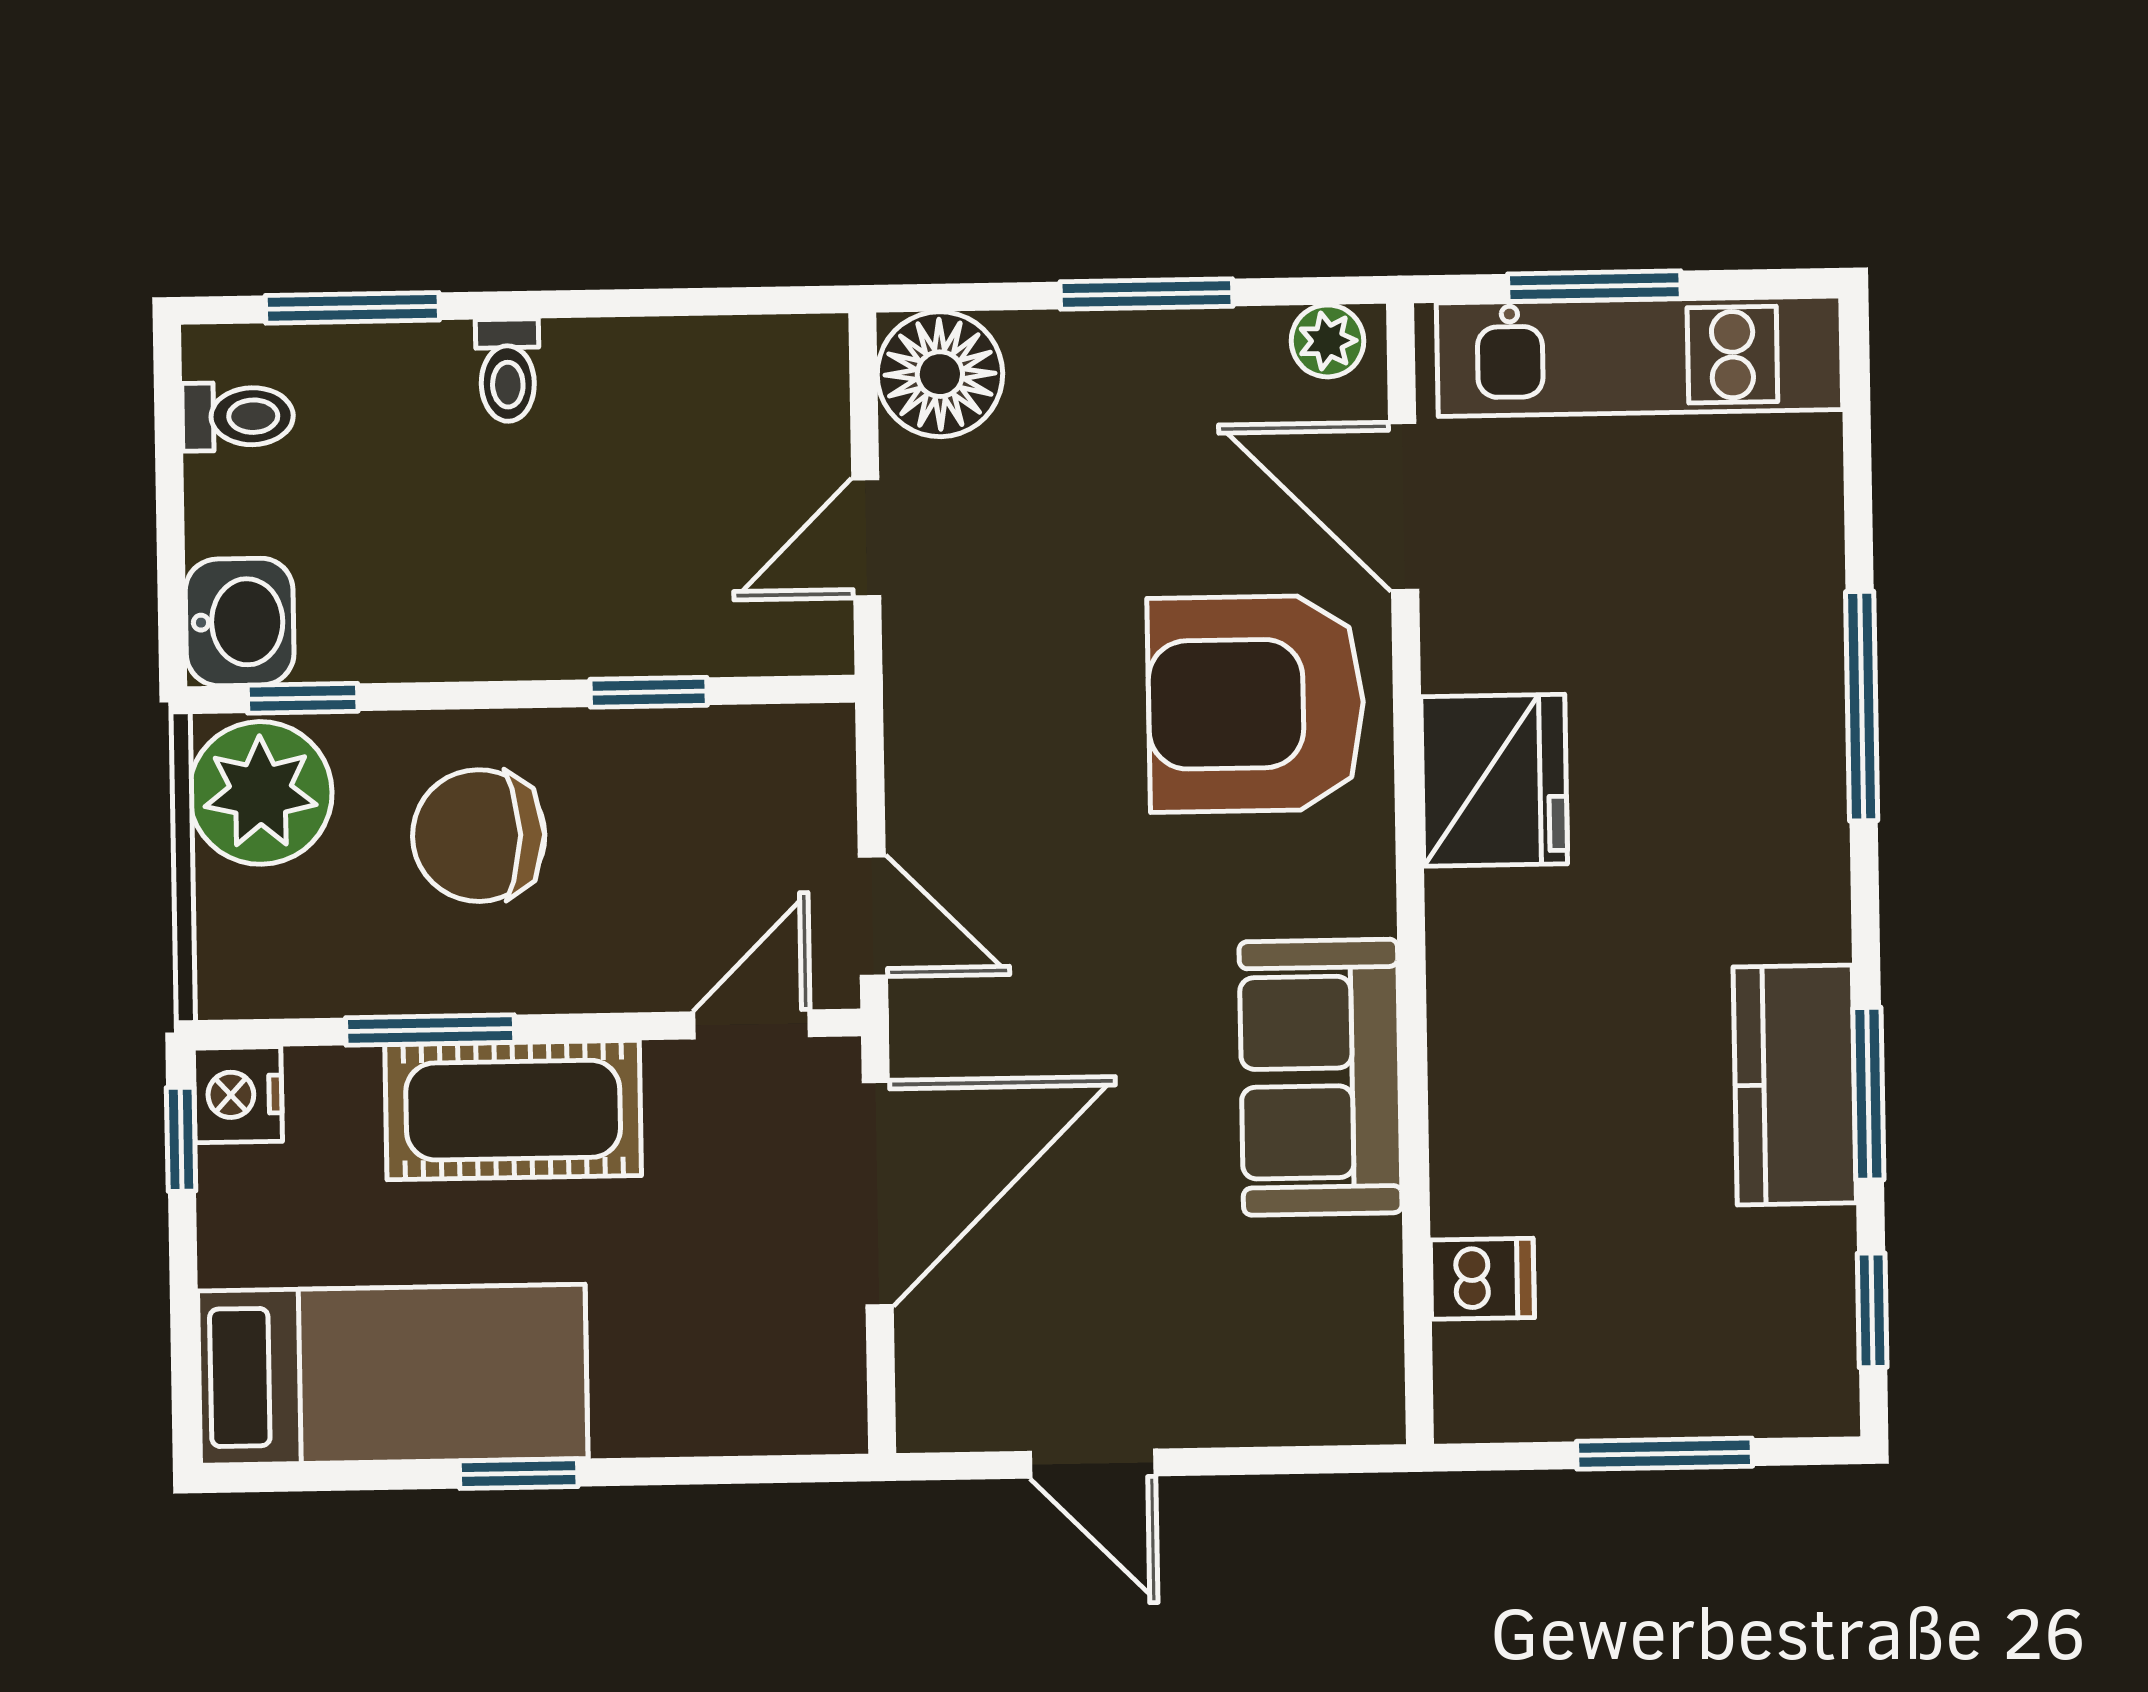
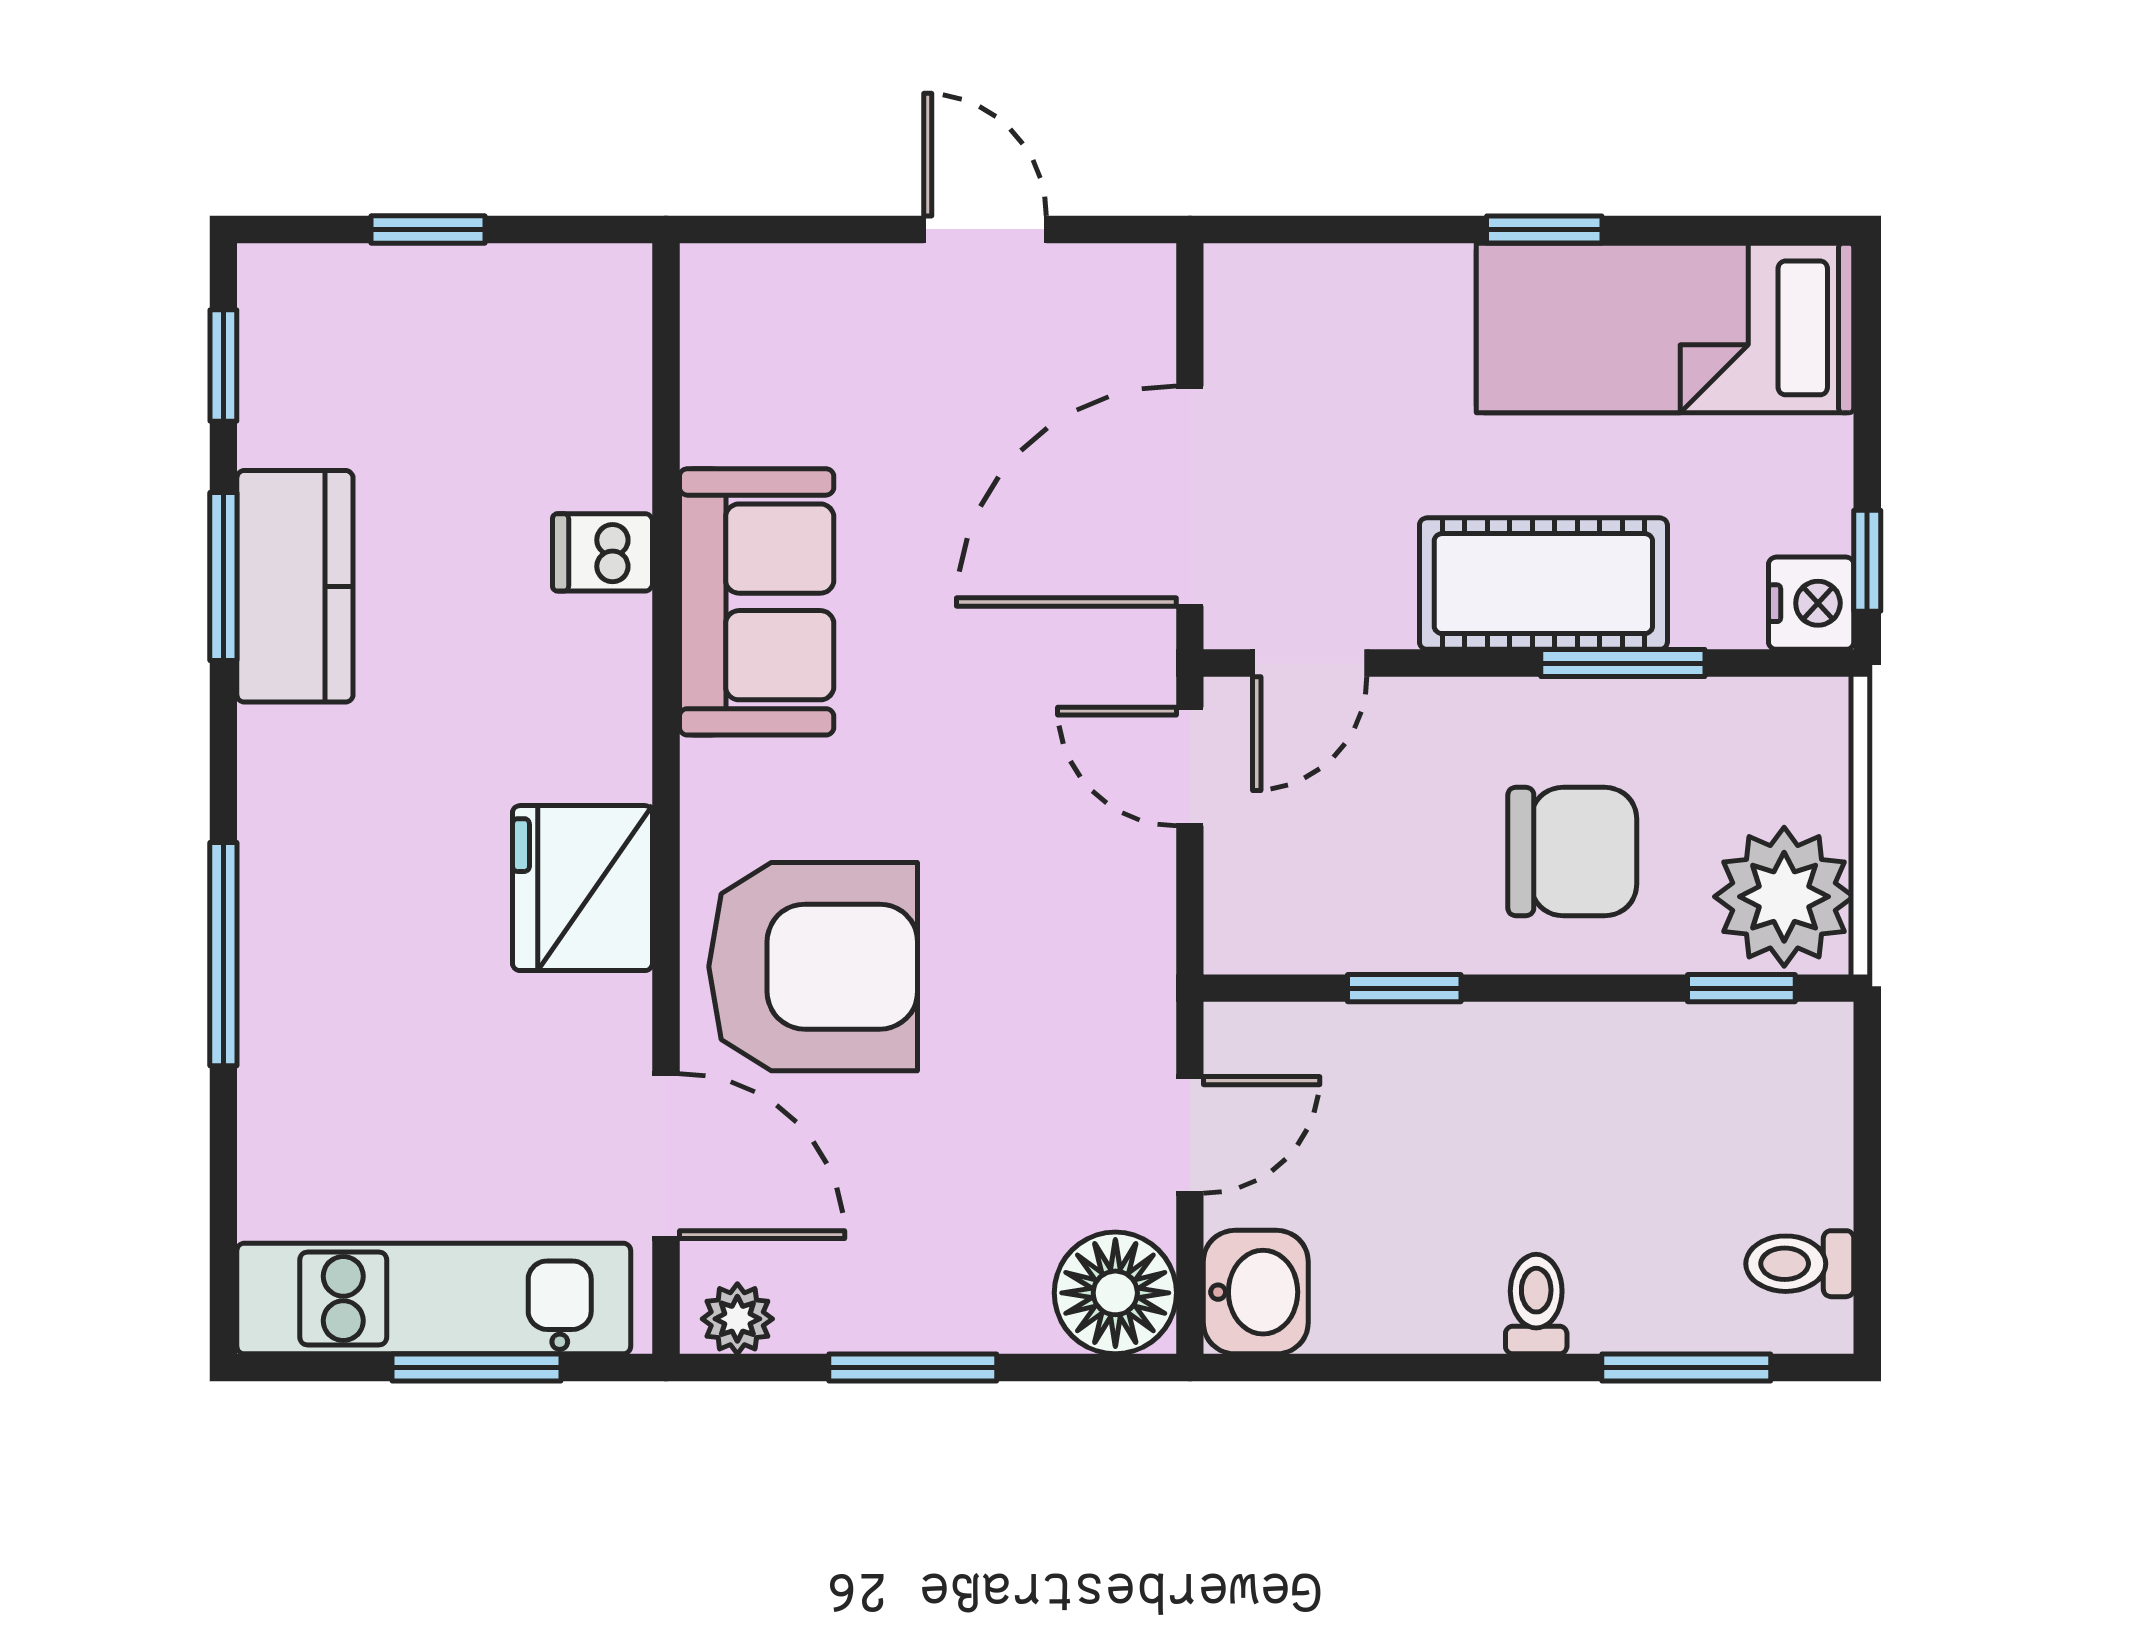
washbasin: (240, 622) -> (1256, 1292), moved, turned 180
dishwasher: (1482, 1279) -> (602, 552), moved
window: (1665, 1454) -> (428, 229), width x0.67

